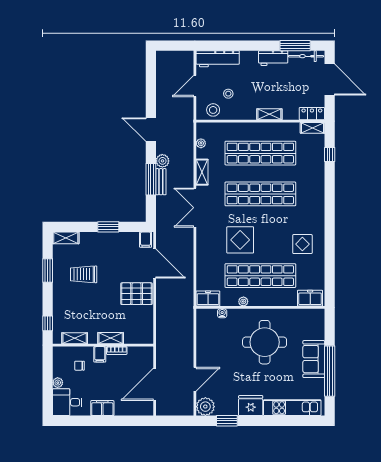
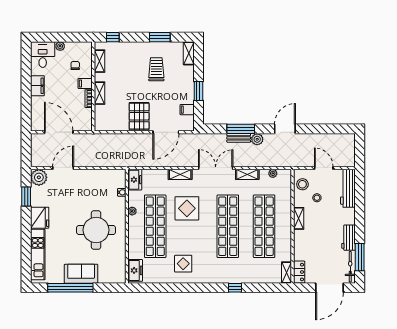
shelving: (269, 114) -> (299, 218), moved
window: (330, 155) -> (235, 288), moved
filing cabinet: (146, 240) -> (187, 110), moved
shelving: (202, 248) -> (180, 174), added
door: (195, 379) -> (63, 168), swing flipped

